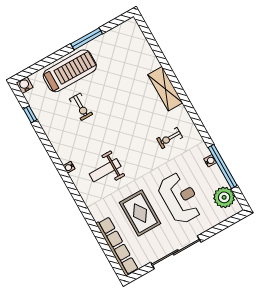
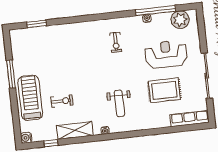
window: (153, 43) -> (37, 24), added
shelving: (165, 89) -> (75, 130), moved
row of seats: (117, 246) -> (190, 119), width x0.73

